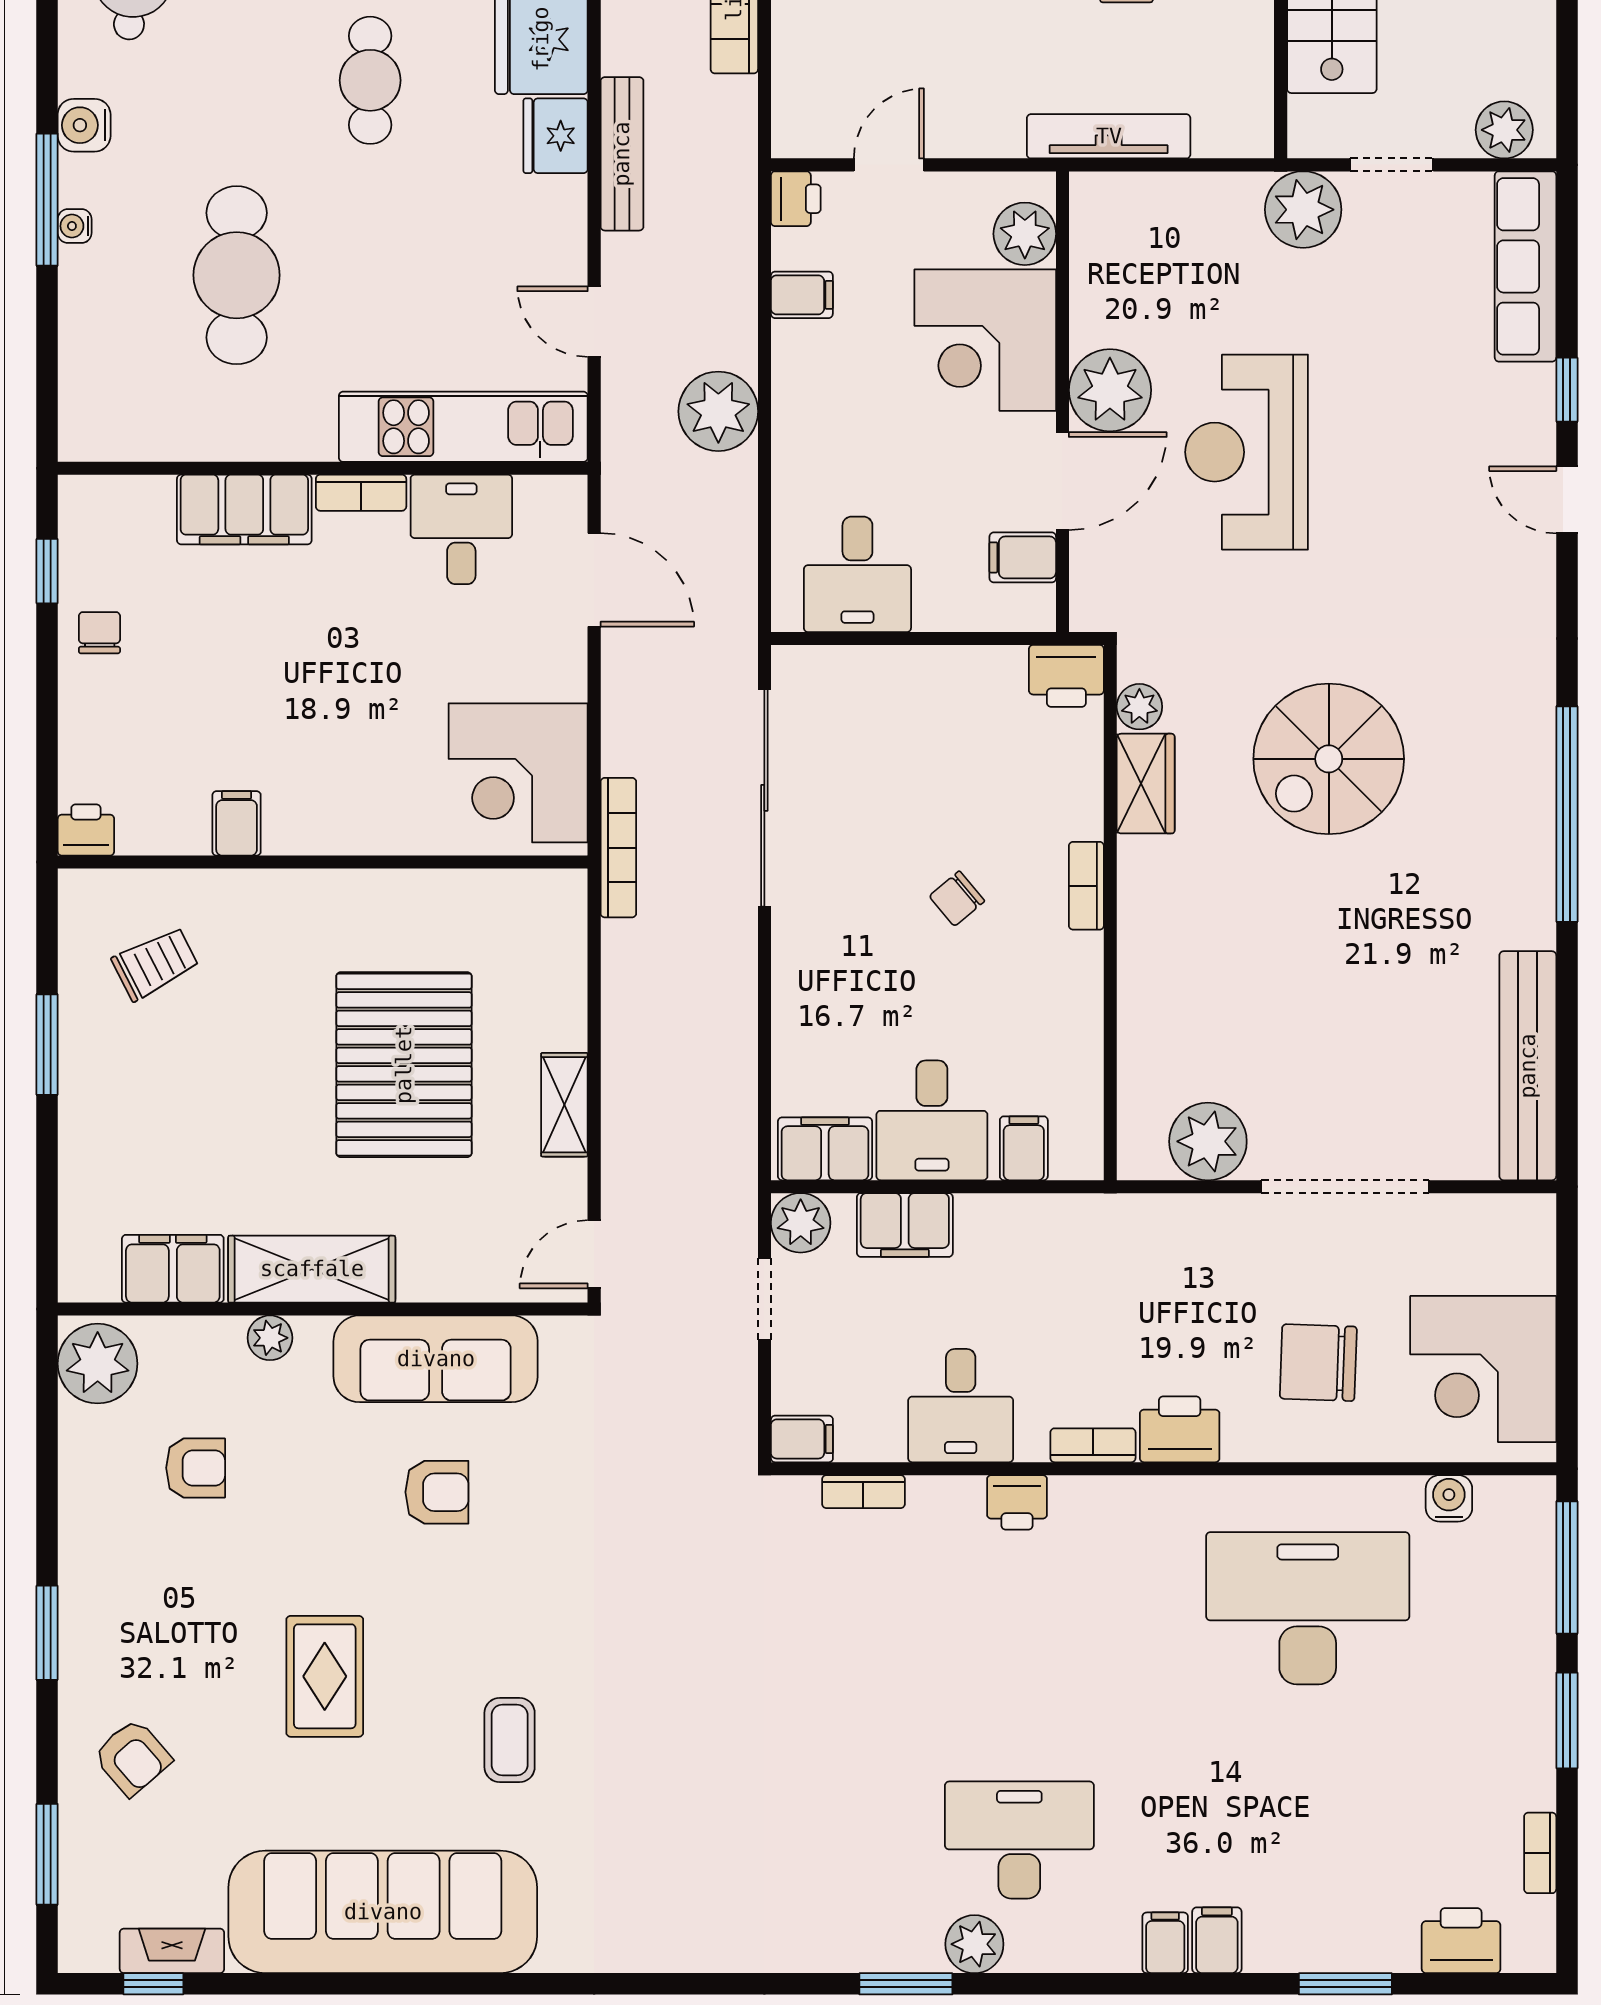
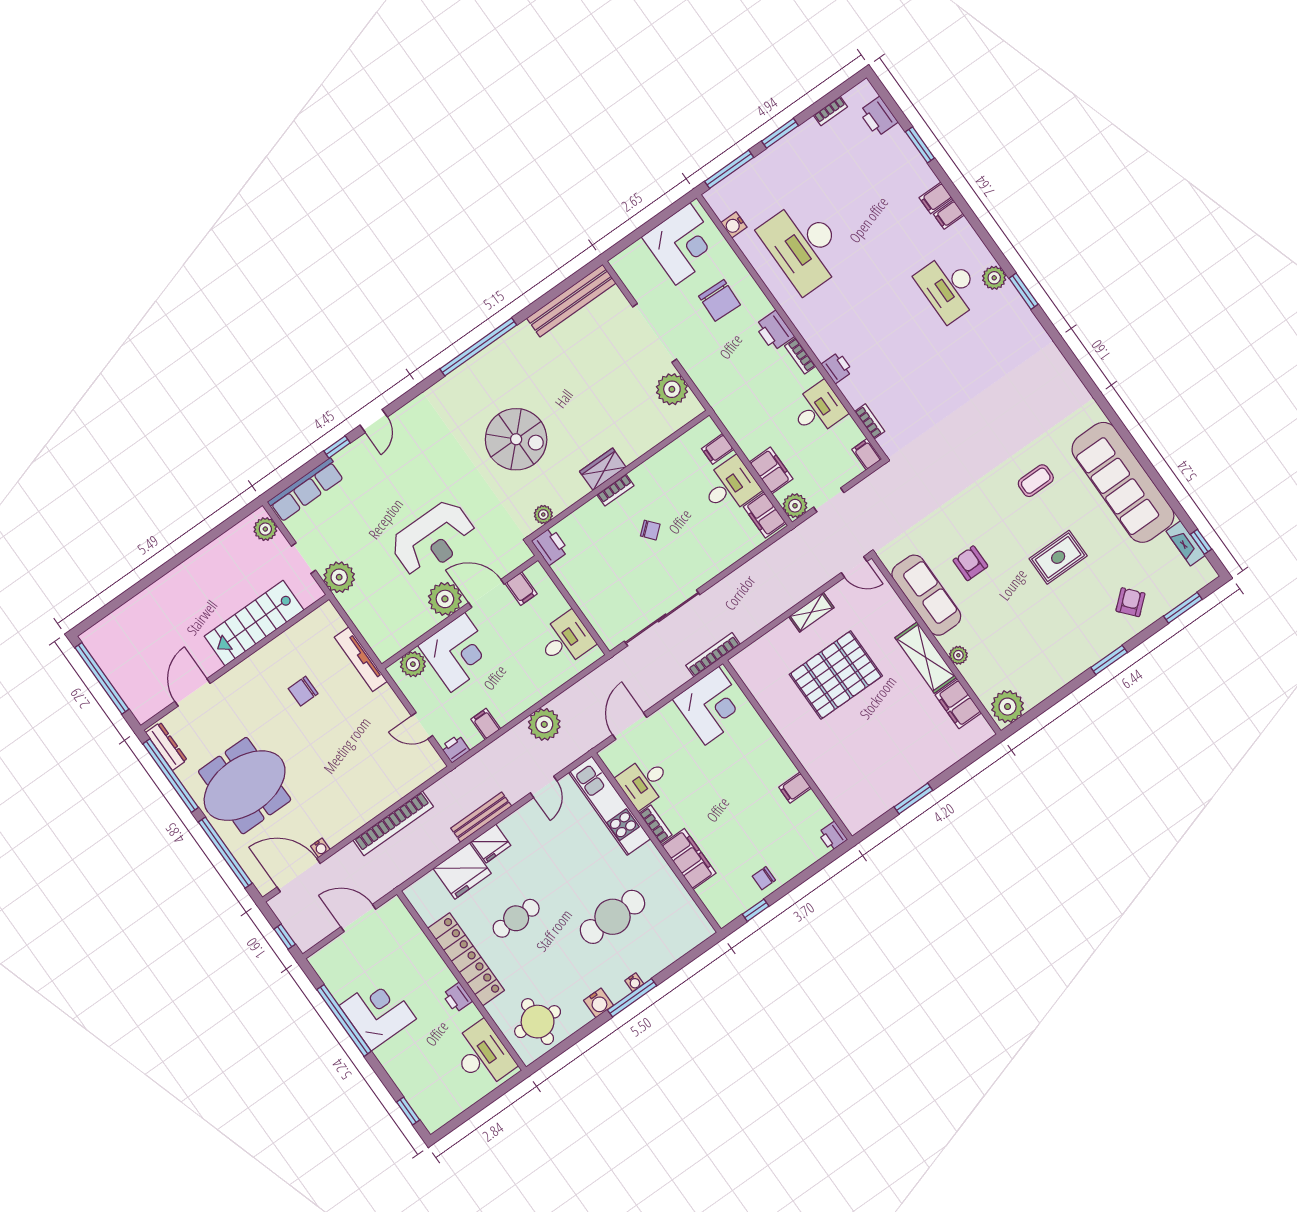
wardrobe: (1146, 784) -> (603, 469), moved
trolley: (155, 963) -> (861, 782), removed
armchair: (196, 1468) -> (1019, 649), removed

